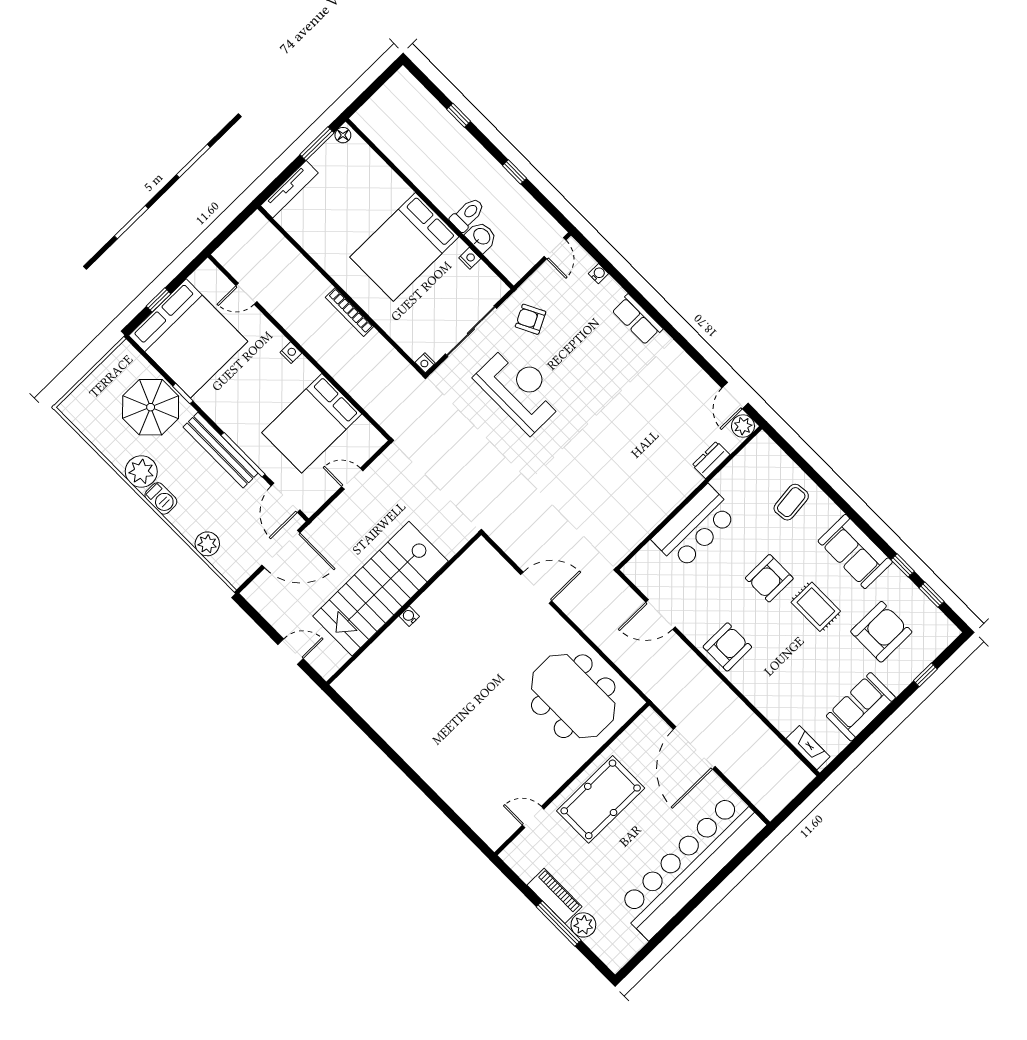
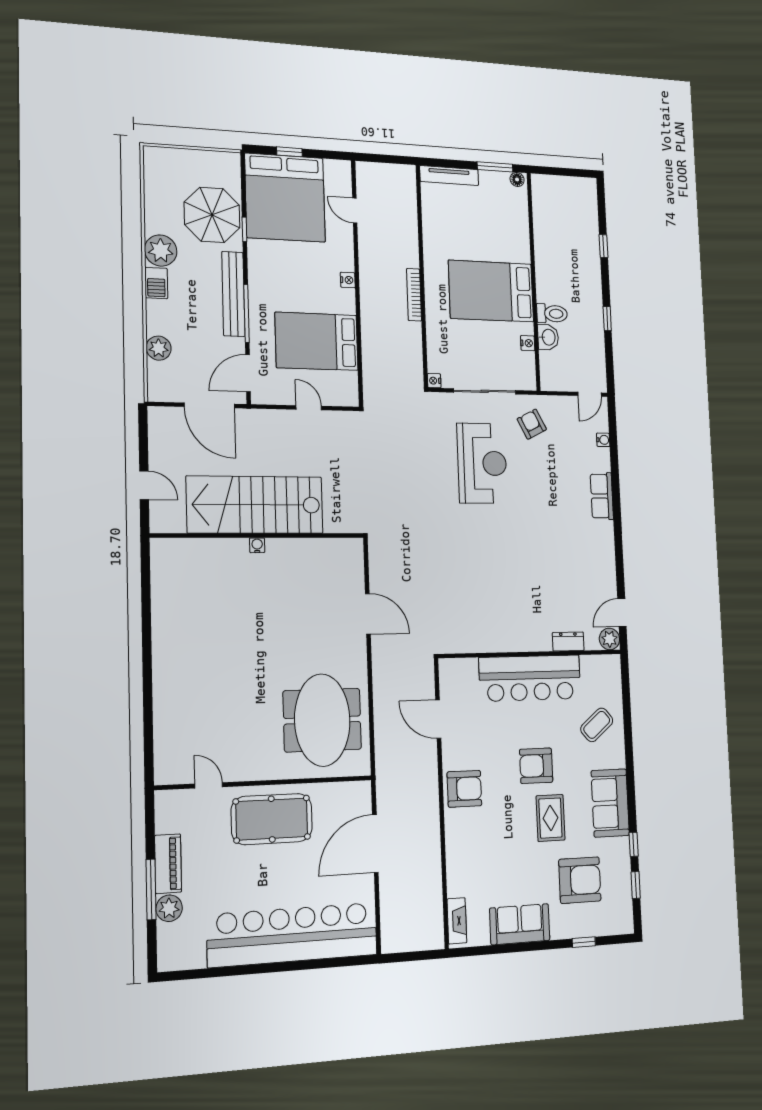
coffee table: (791, 502) -> (597, 725), turned -34
bar counter: (695, 527) -> (530, 678), width x1.36

